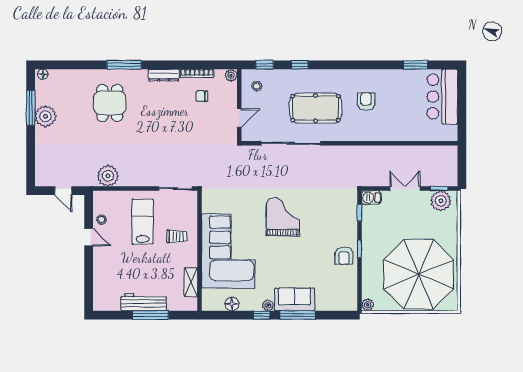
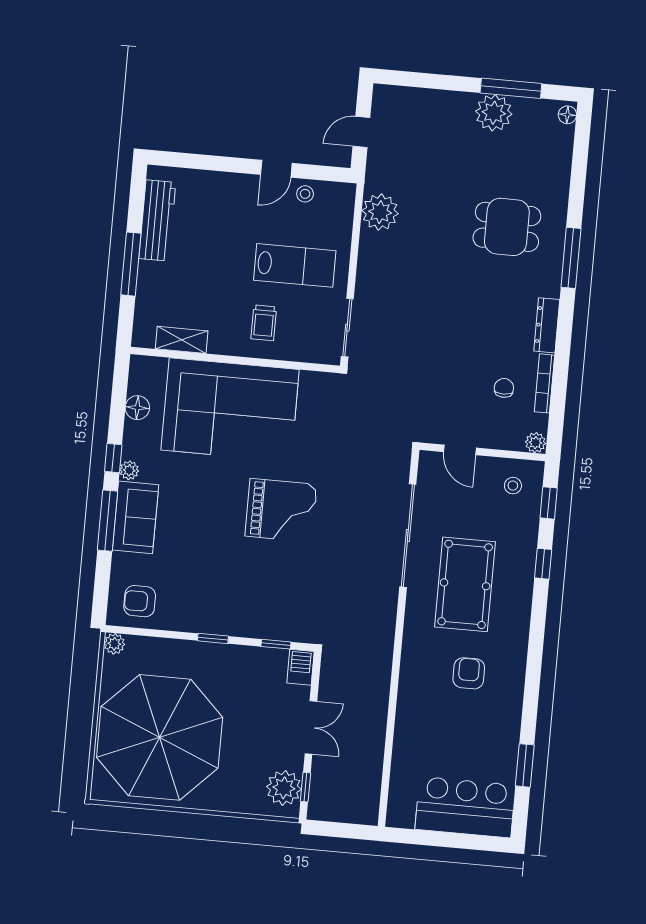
armchair: (366, 101) -> (469, 673), turned -90
armchair: (344, 256) -> (140, 601), moved
workbench: (144, 302) -> (157, 220), moved

